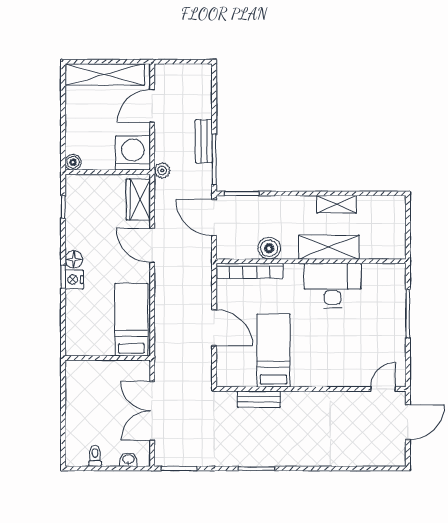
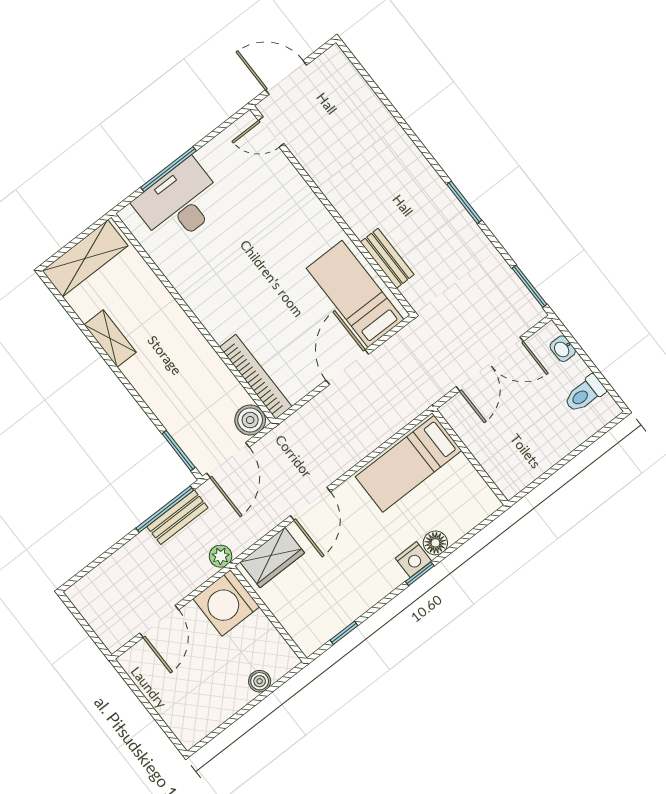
shelving: (105, 75) -> (165, 699), removed
door: (152, 106) -> (159, 621), hinge flipped
bench: (204, 141) -> (177, 517), moved
boiler: (73, 162) -> (260, 681), moved
shelving: (329, 247) -> (85, 258), moved, turned 90
boiler: (269, 248) -> (250, 420), moved
floor lamp: (74, 259) -> (435, 543), moved
desk: (333, 286) -> (179, 203), moved, turned 90
bed: (273, 350) -> (355, 294), moved, turned 90
toilet: (95, 456) -> (585, 394), width x1.37, depth x1.39

